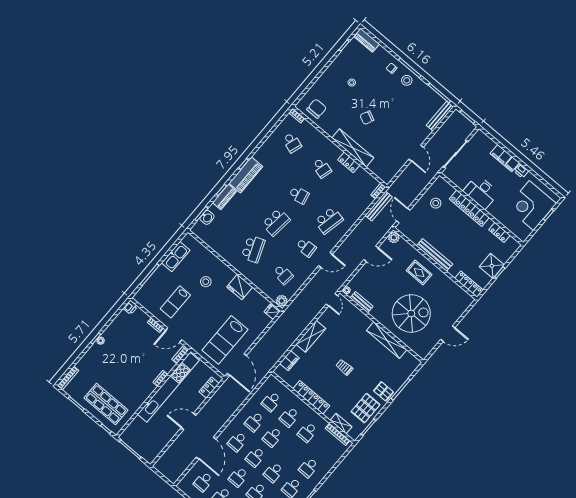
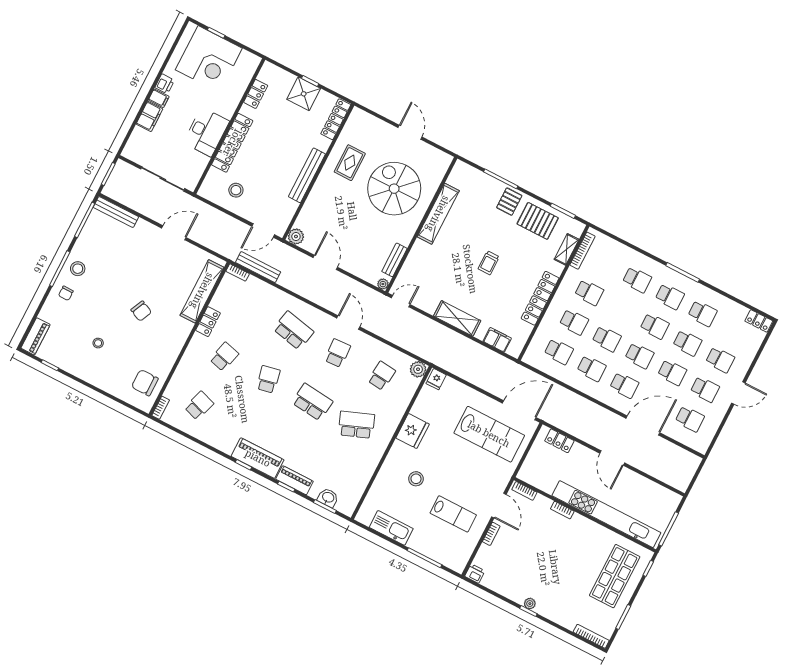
shelving: (353, 148) -> (202, 291), moved
rug: (419, 273) -> (350, 163), moved
kitchen unit: (168, 387) -> (606, 514), moved

